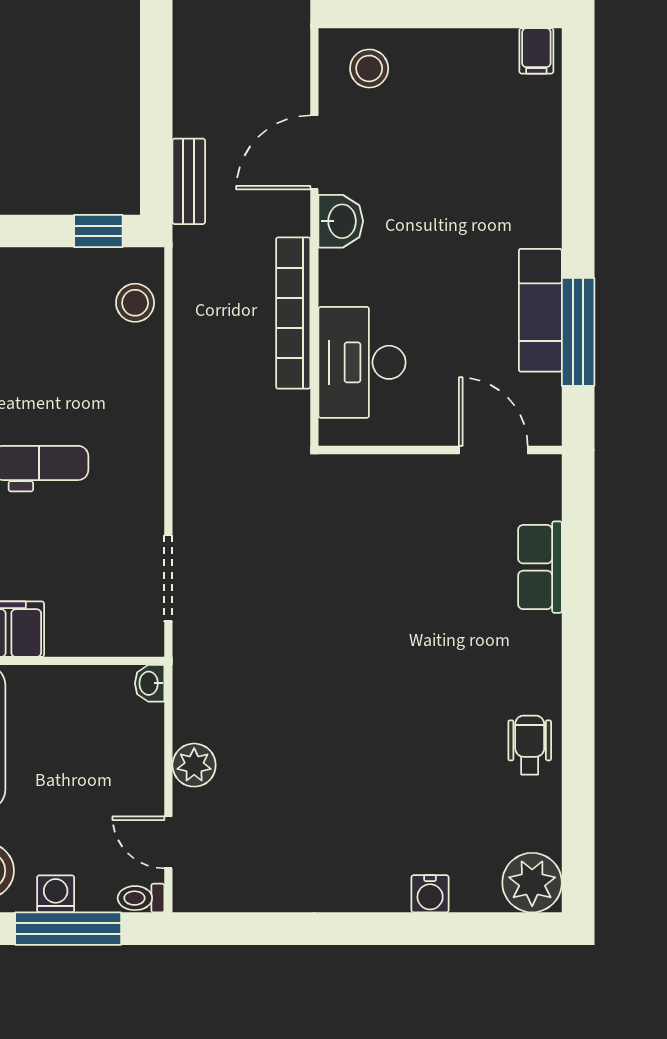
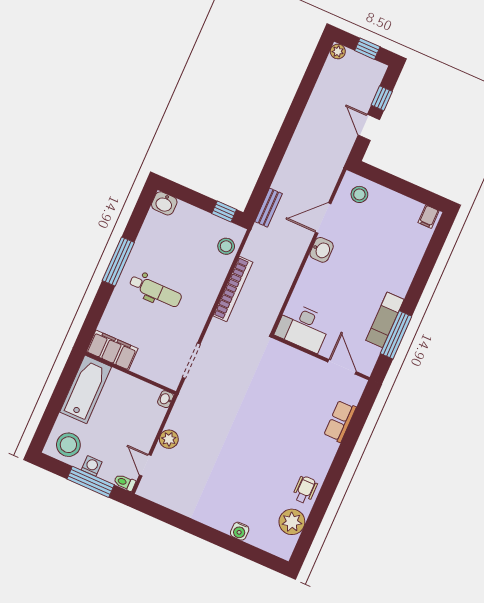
bookcase: (293, 313) -> (233, 289), moved, turned 180
desk: (362, 362) -> (303, 327), moved, turned -90
plant: (532, 883) -> (292, 522), moved

